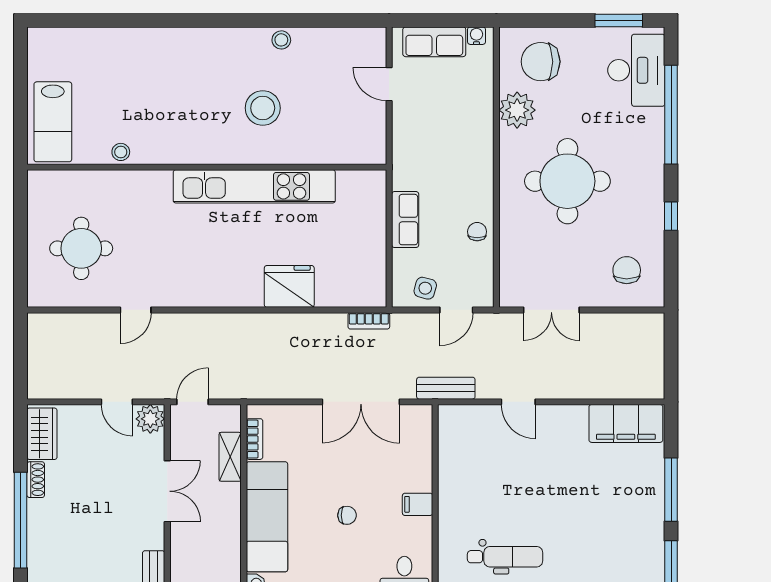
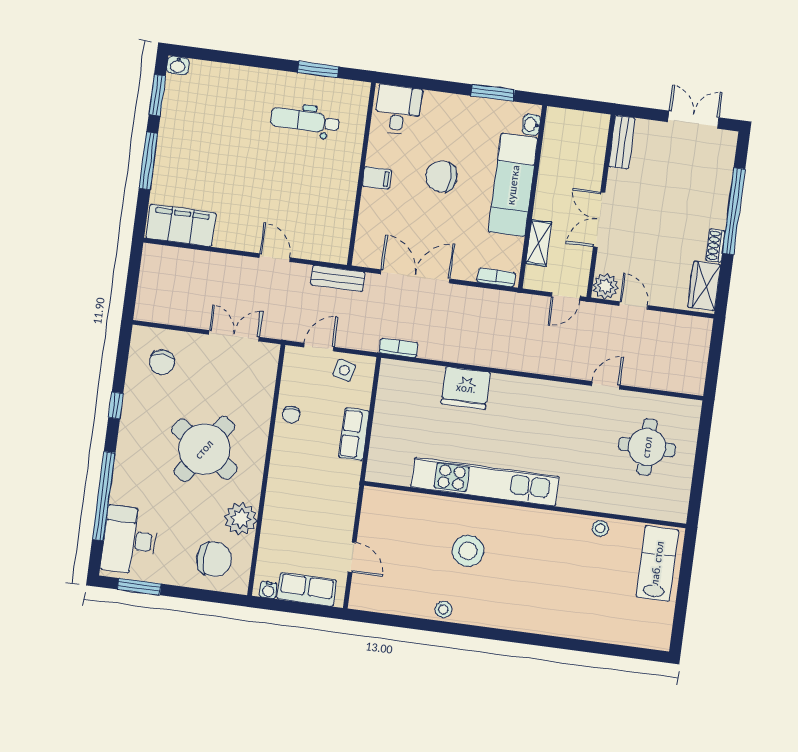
round table: (567, 181) -> (204, 449), turned 34
bookcase: (255, 439) -> (496, 277), moved, turned 90
chair: (347, 515) -> (441, 177), width x1.87, depth x1.87

